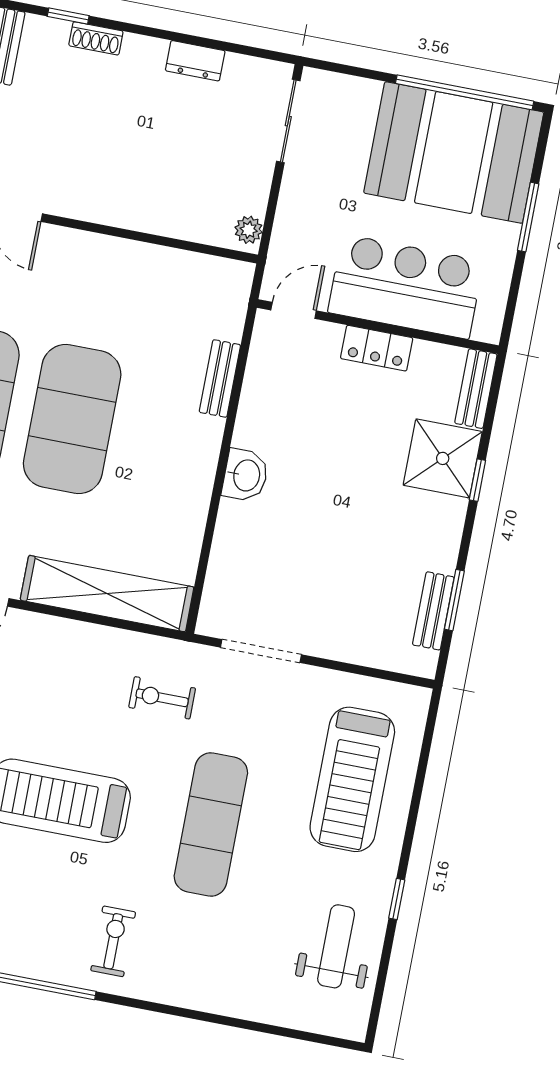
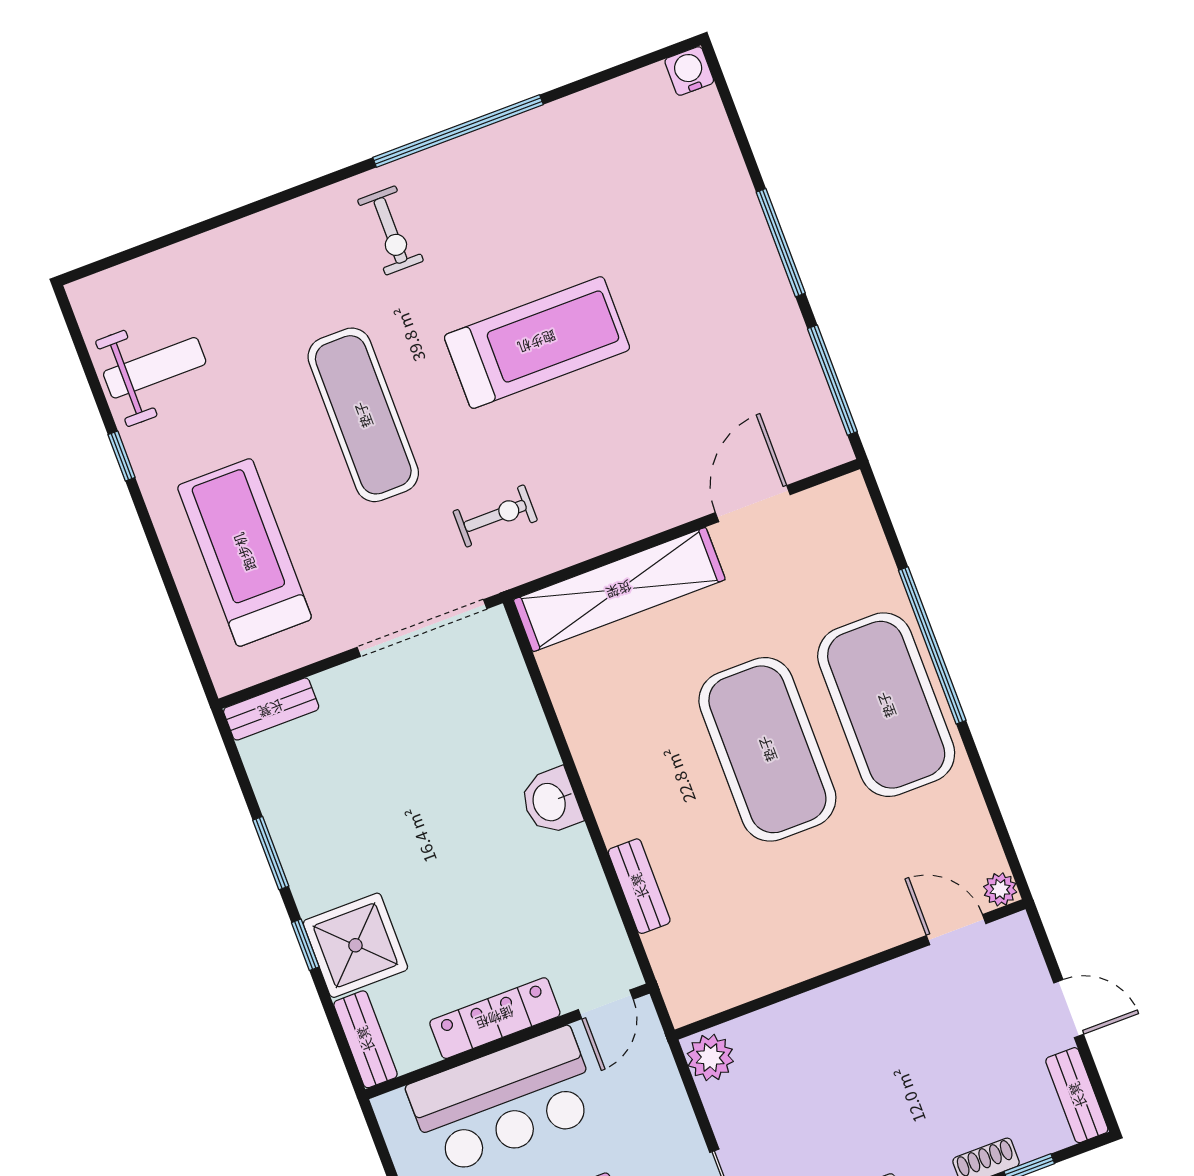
plant: (249, 230) -> (710, 1057), width x1.38, depth x1.38
locker: (377, 348) -> (495, 1018), width x1.53
window: (454, 600) -> (271, 853), moved
bench: (433, 611) -> (271, 709), moved, turned 90
doorway: (261, 651) -> (422, 628), width x1.36
weight bench: (336, 946) -> (155, 368), turned -90

